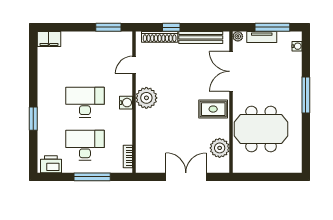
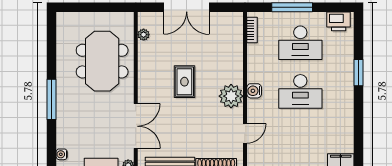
rug: (213, 109) -> (184, 82), moved, turned 90
meeting table: (261, 129) -> (102, 61), turned 90
plant: (220, 148) -> (144, 35), width x0.53, depth x0.53

